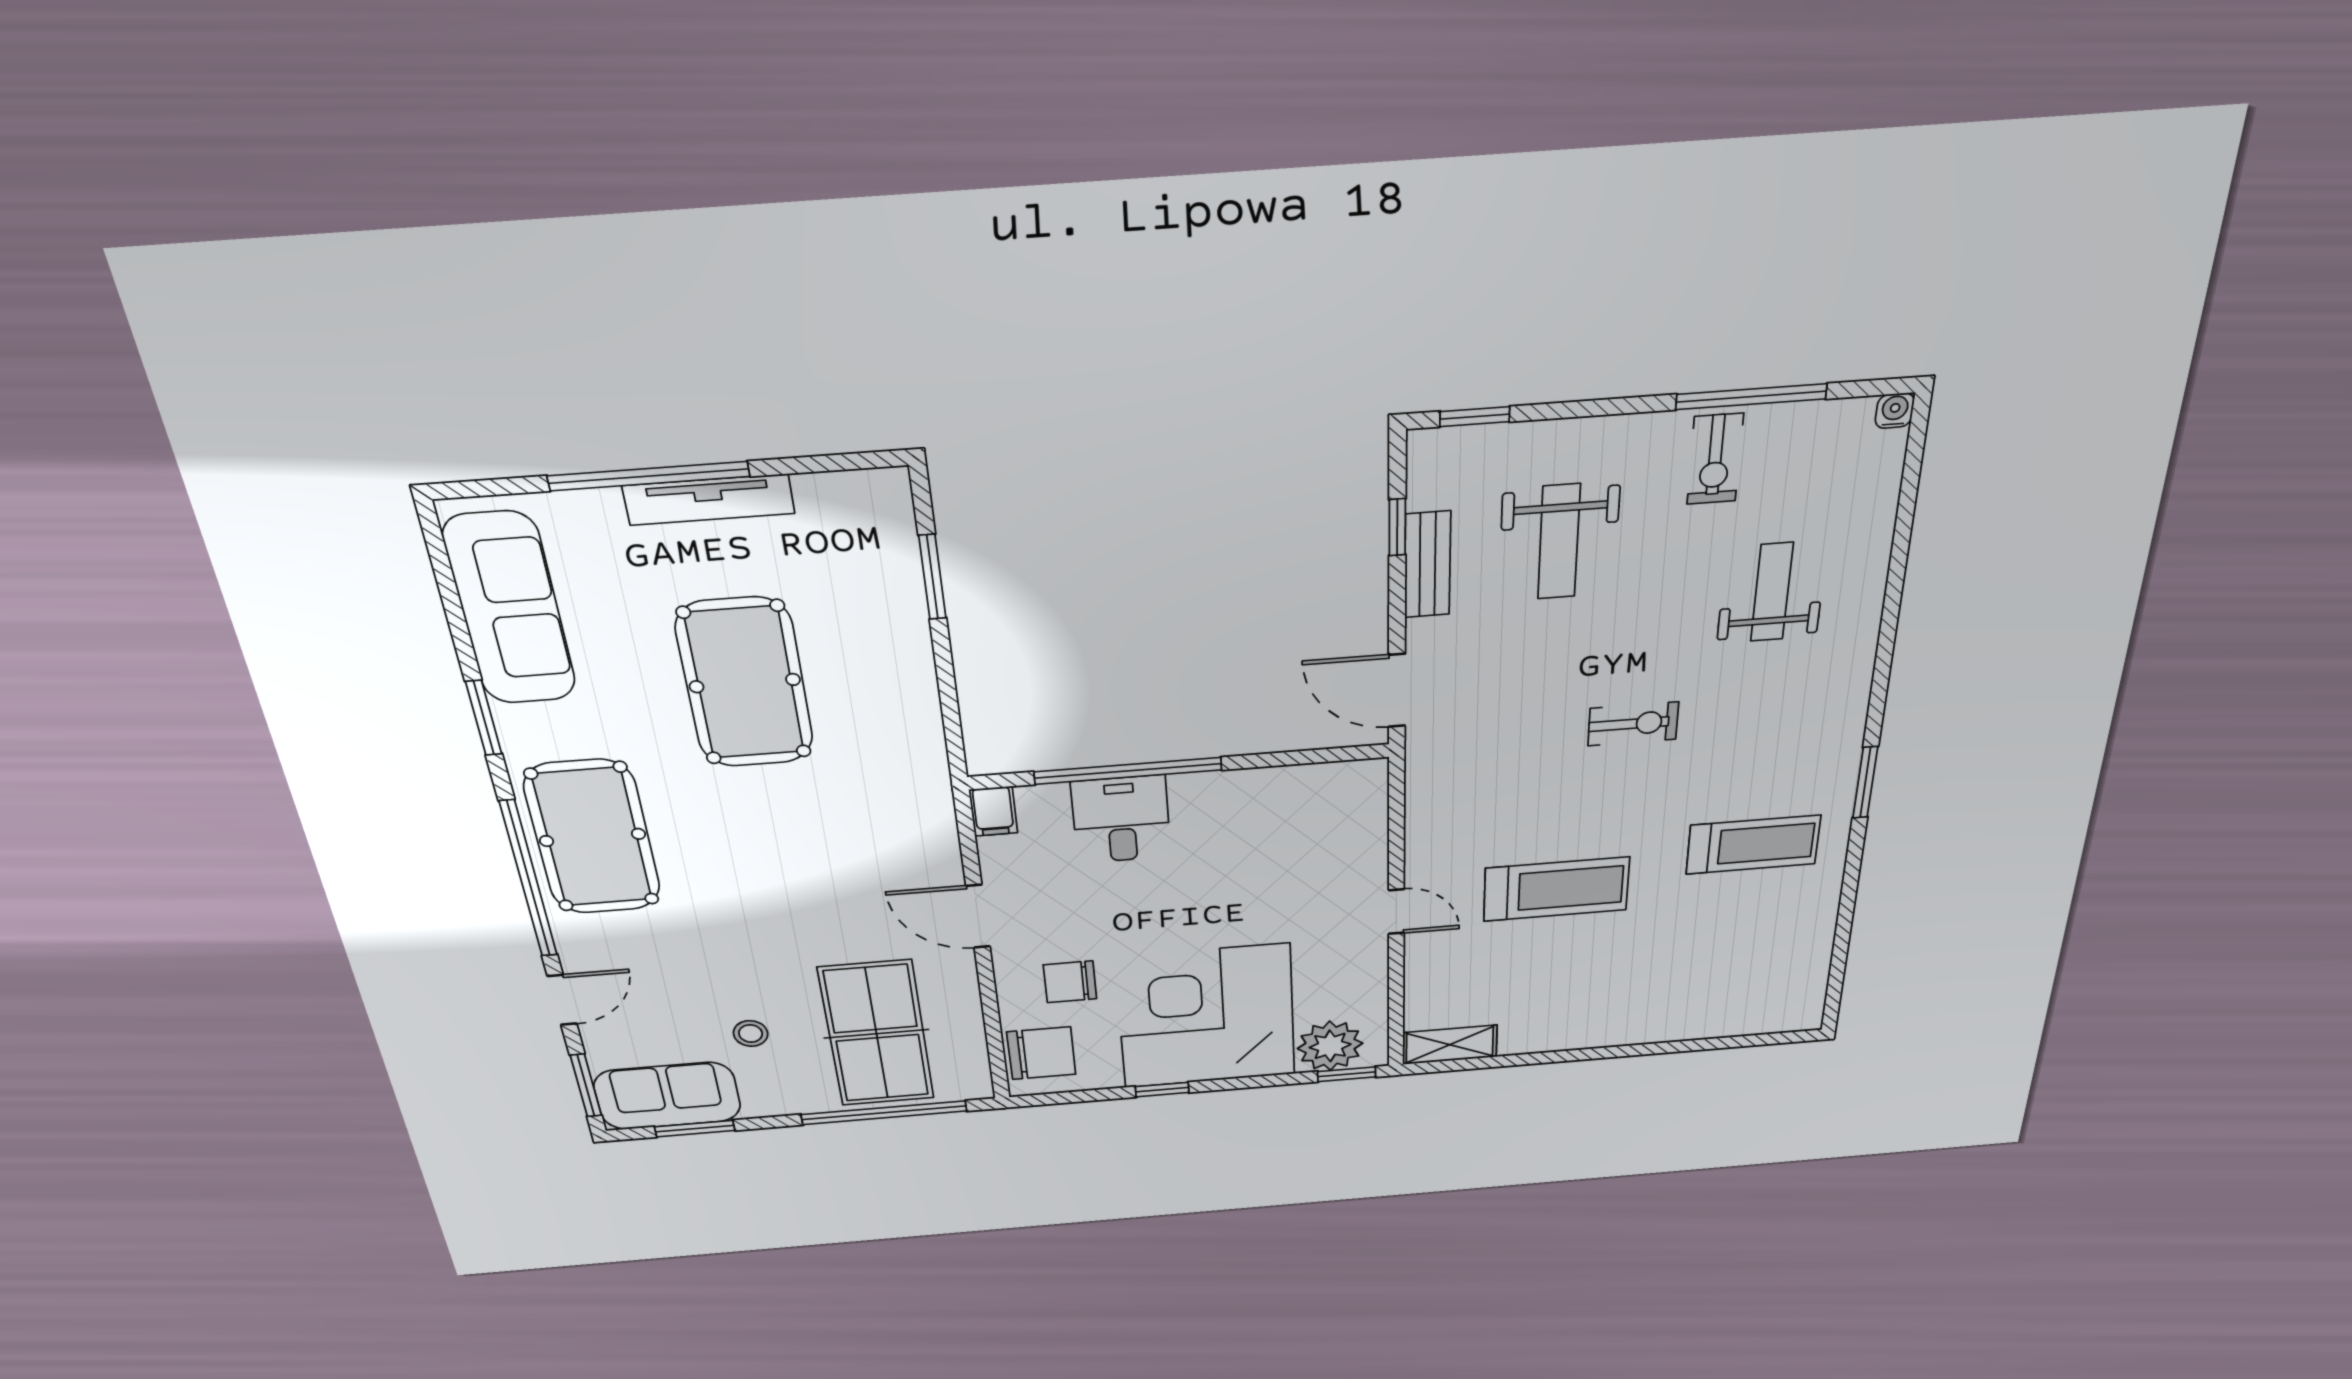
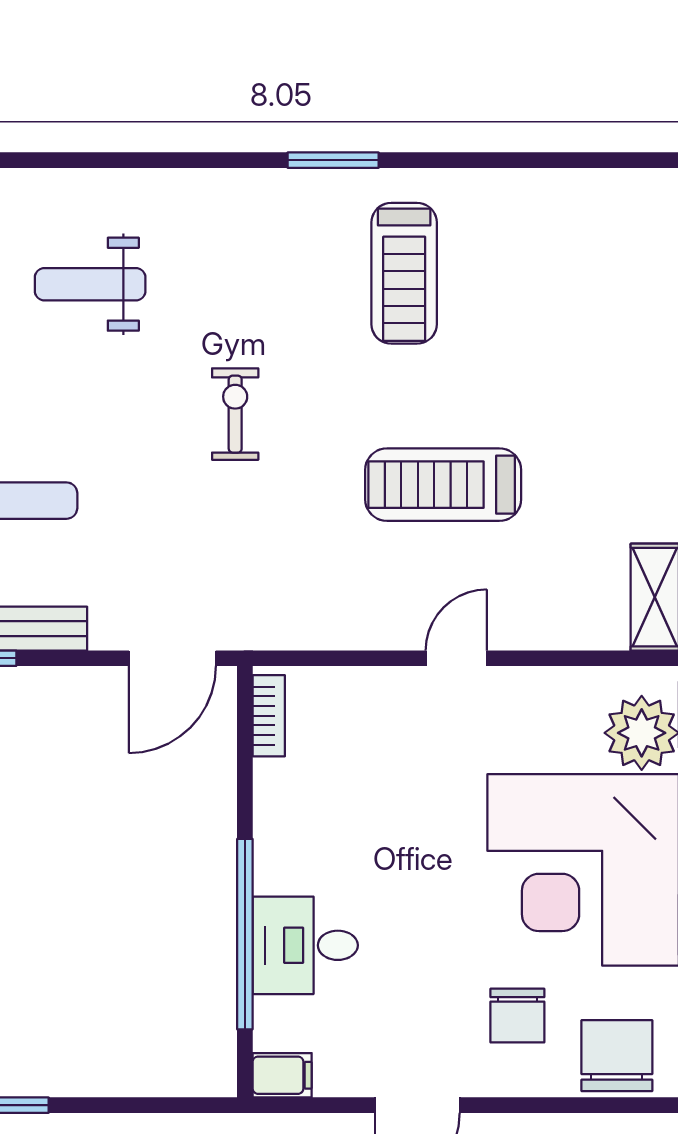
bookcase: (1341, 773) -> (269, 716), added
treadmill: (1753, 845) -> (404, 273), turned 180
treadmill: (1556, 889) -> (443, 485), turned -90

